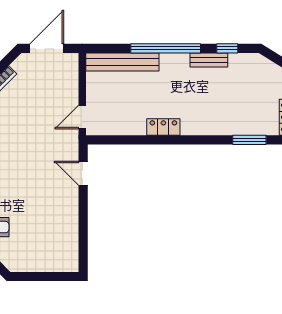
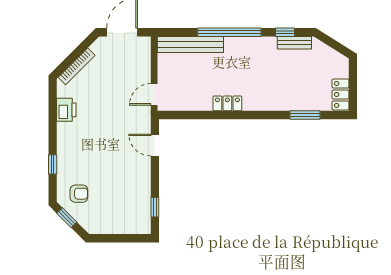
bench: (209, 60) -> (294, 43), moved
window: (83, 242) -> (155, 207), added

